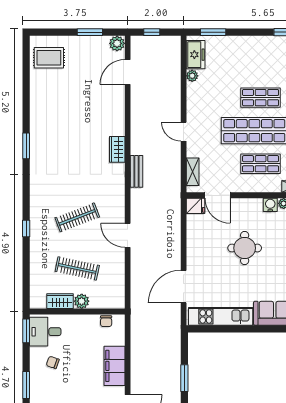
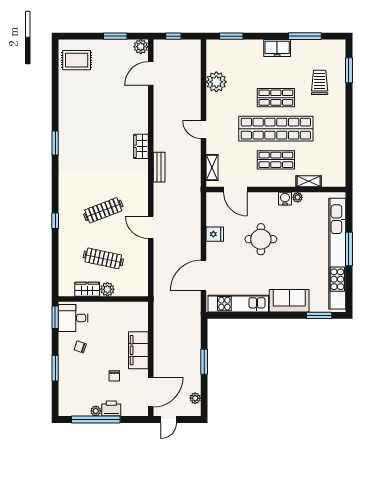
freezer: (196, 55) -> (277, 48), moved, turned 90
plant: (192, 76) -> (216, 82), width x1.88, depth x1.88
fridge: (196, 206) -> (215, 234), moved
chair: (106, 321) -> (114, 376), moved

